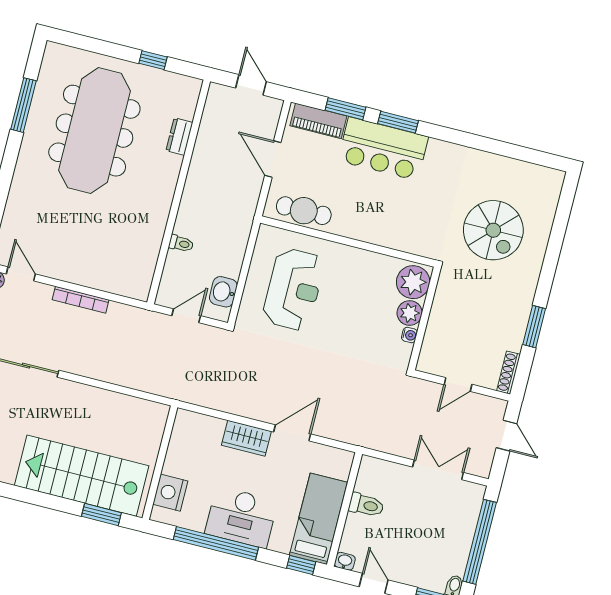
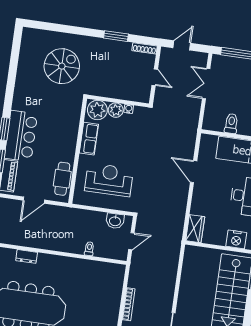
row of seats: (366, 263) -> (89, 139), added
door: (186, 316) -> (131, 241), swing flipped
wardrobe: (246, 438) -> (195, 229), moved

